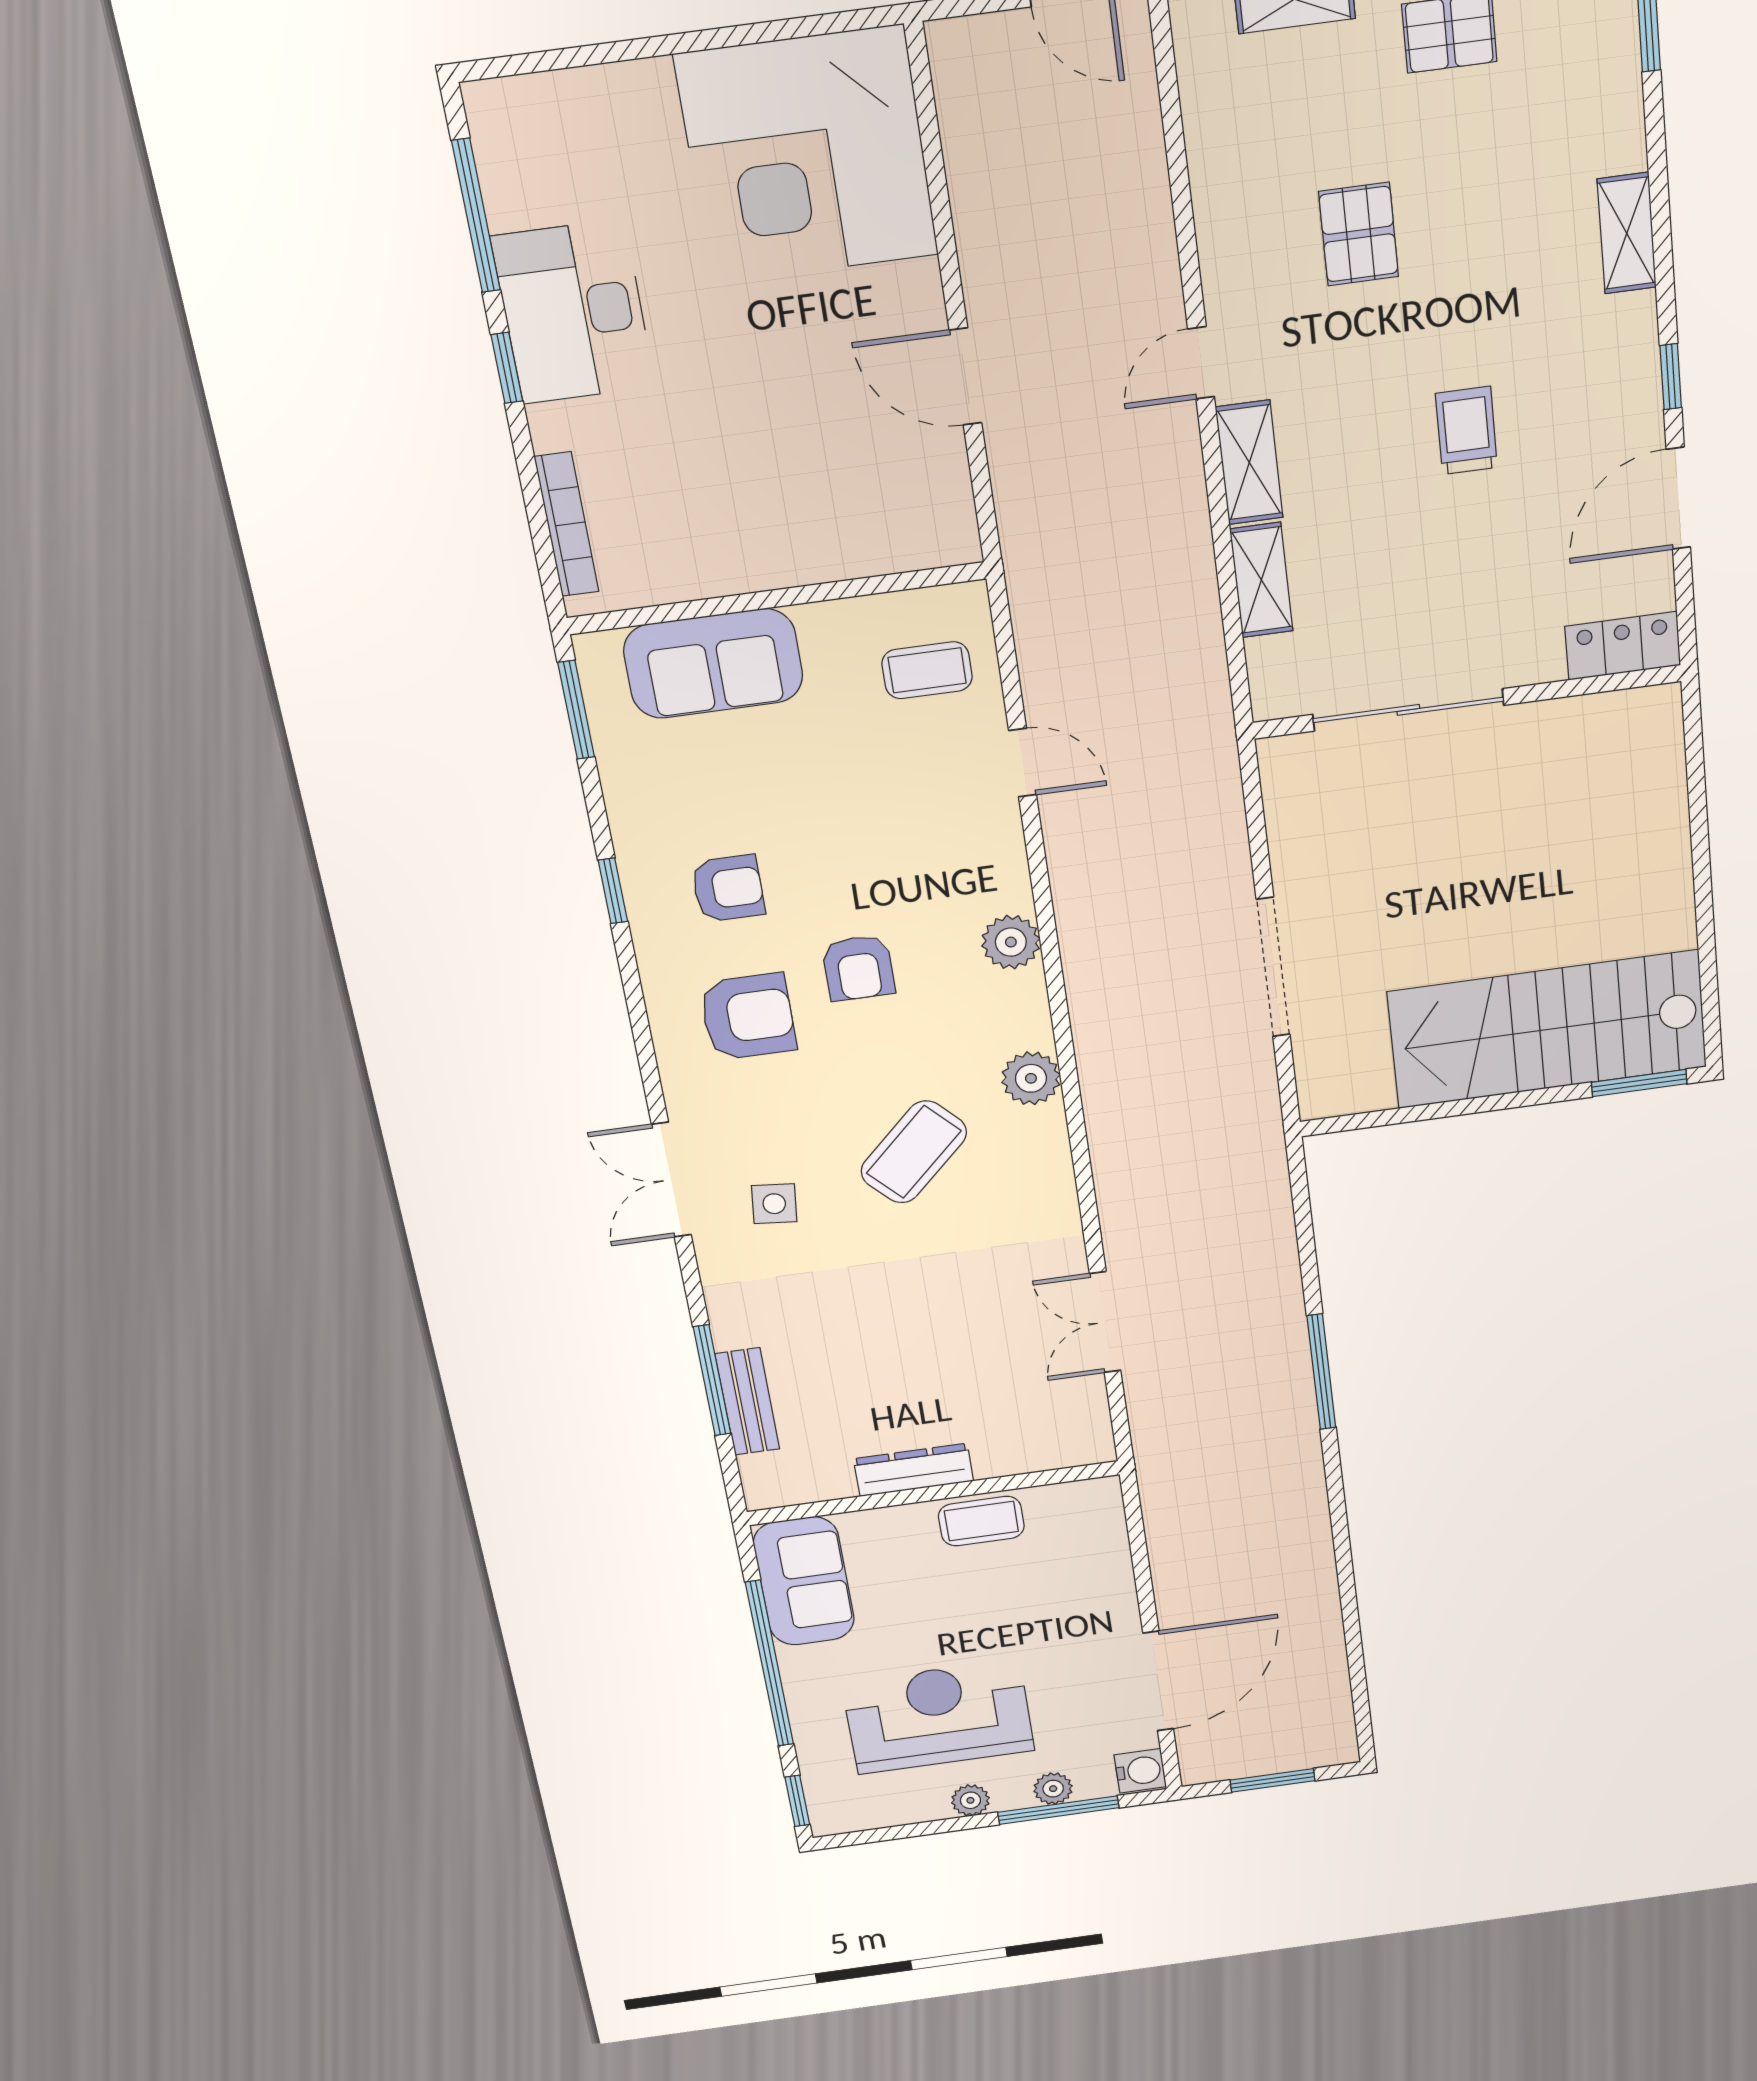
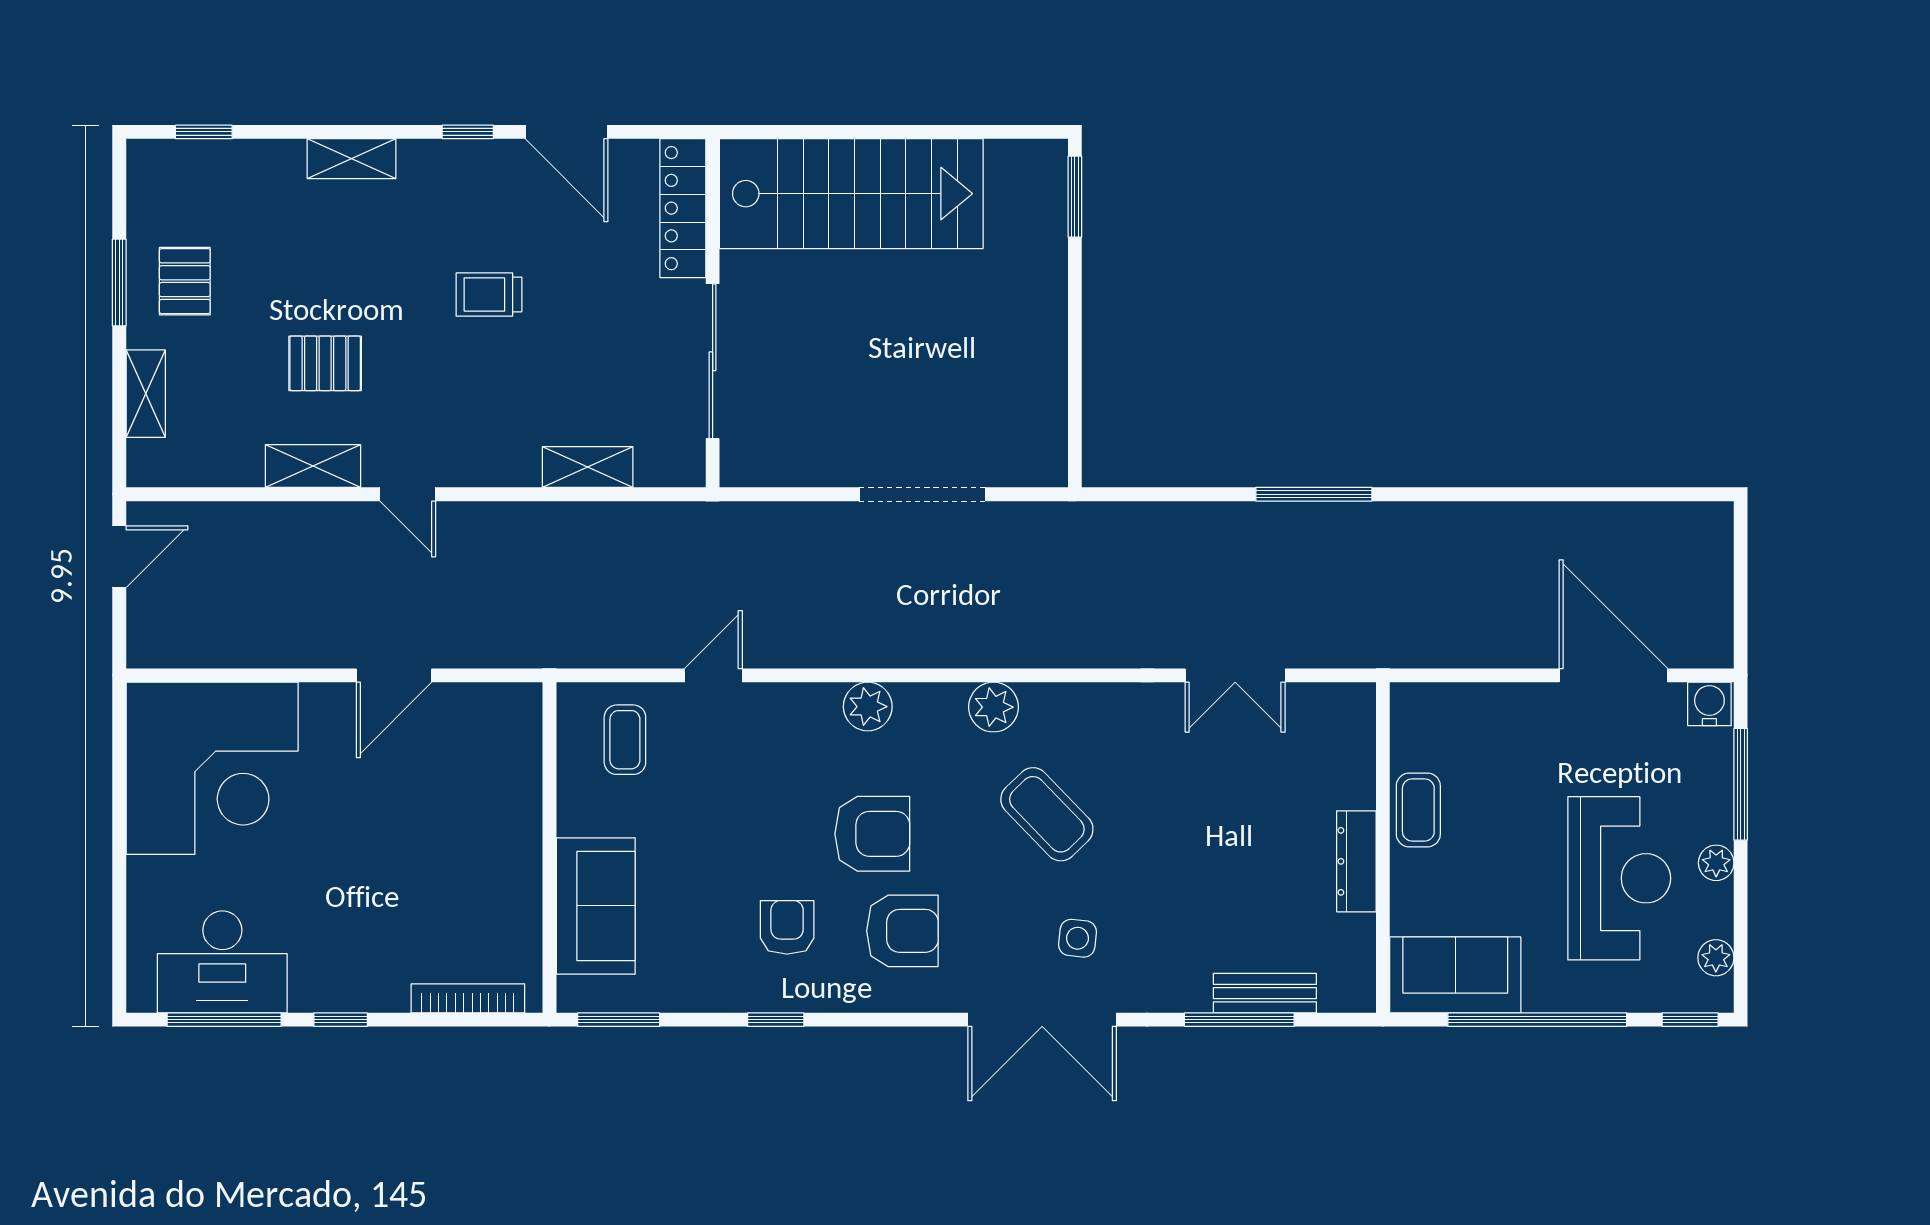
desk: (573, 312) -> (222, 962), moved
shelving: (1249, 462) -> (313, 466), moved
locker: (1623, 646) -> (683, 208), width x1.53
armchair: (858, 968) -> (872, 834), width x1.38, depth x1.38
armchair: (748, 1017) -> (902, 931), turned 90
stairs: (1548, 1029) -> (851, 194), moved, turned -90
double door: (671, 1180) -> (1042, 1020), width x1.37
reception desk: (938, 1717) -> (1619, 878), turned 180
window: (1272, 1780) -> (1741, 584), removed
plant: (1053, 1789) -> (1716, 958), moved

